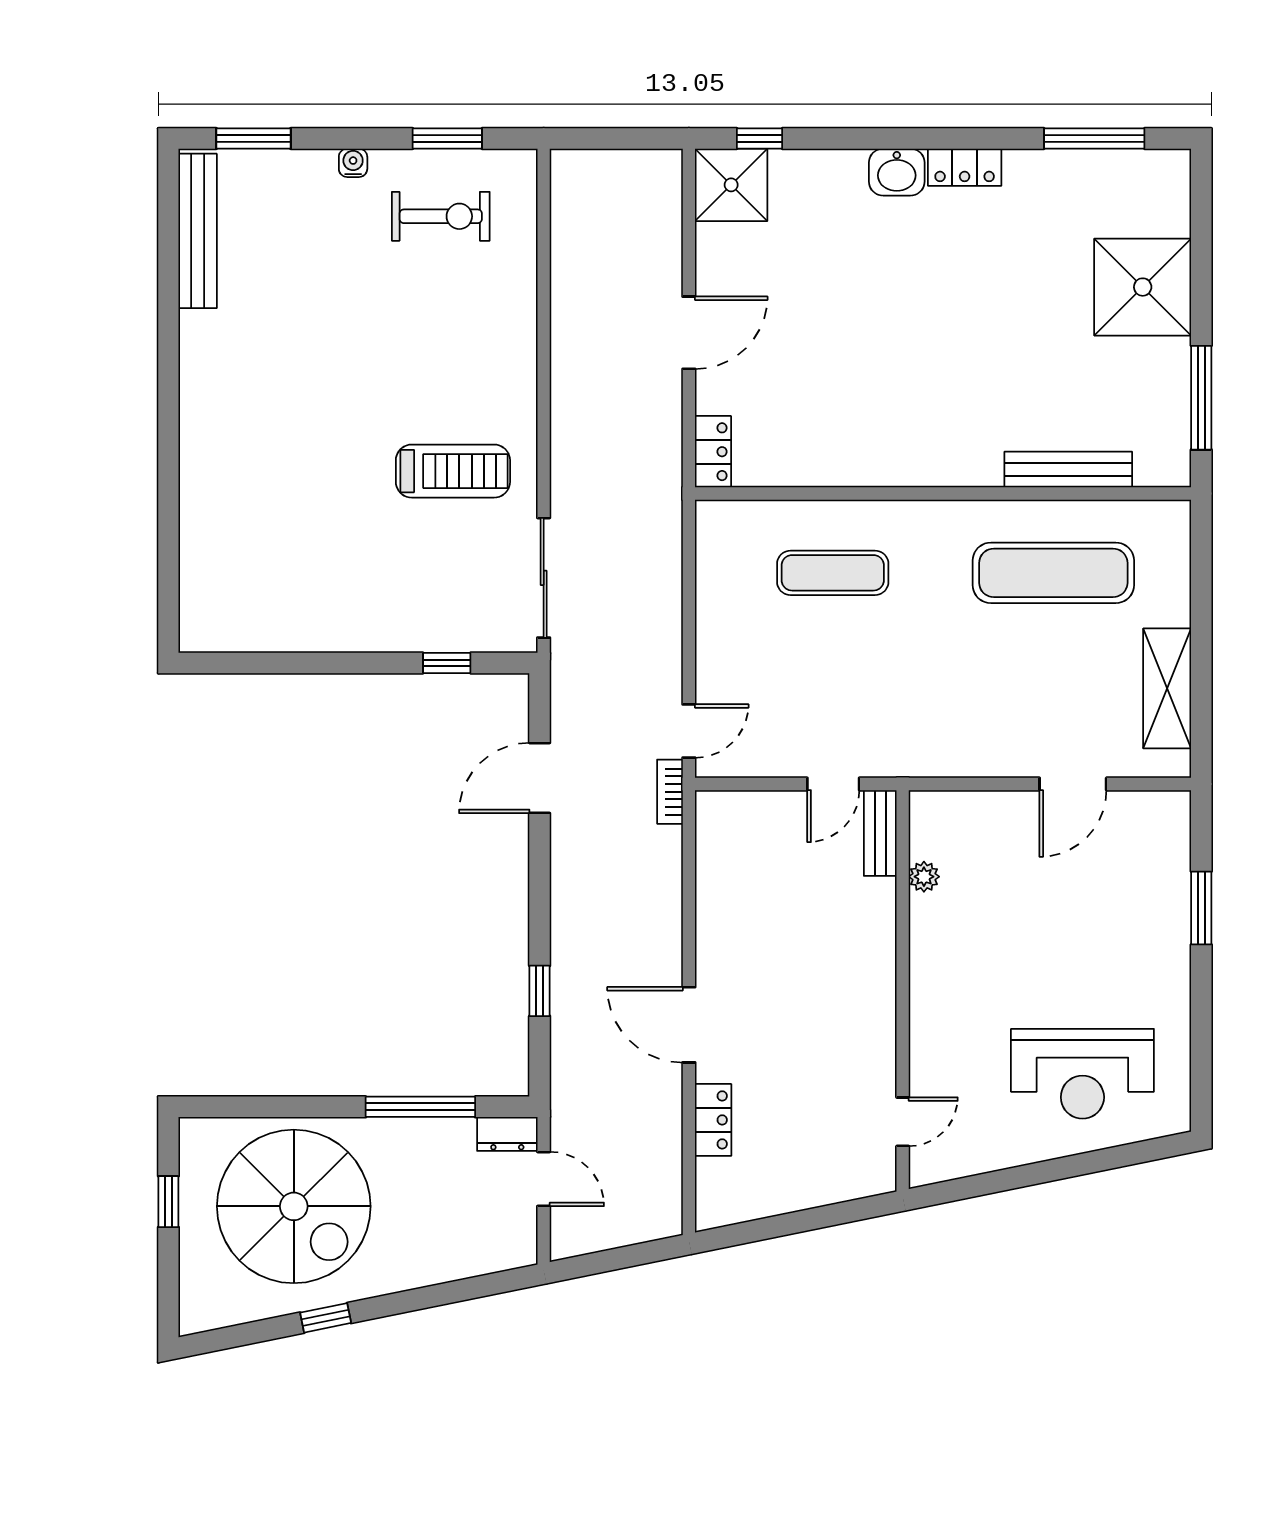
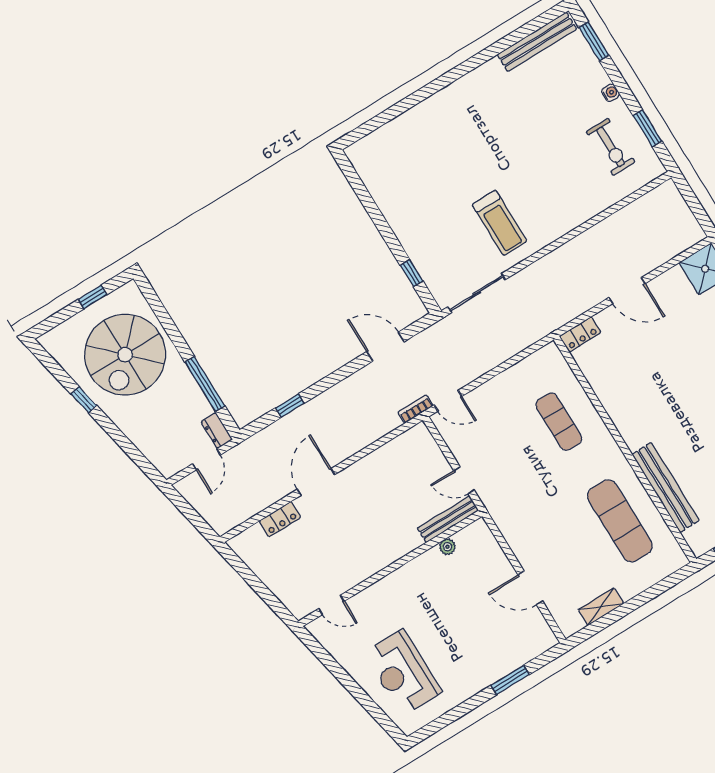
bench: (1068, 470) -> (666, 487), width x1.37, depth x1.21
shelving: (1167, 688) -> (601, 607), width x0.67, depth x0.75
bench: (880, 833) -> (448, 519), width x1.36

